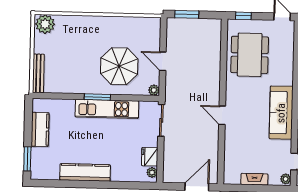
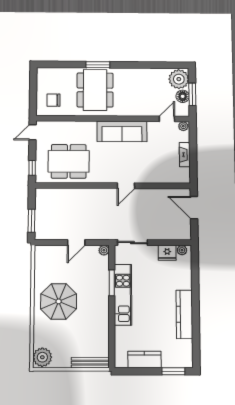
parasol: (119, 66) -> (59, 301), moved
window: (97, 97) -> (112, 283), moved

